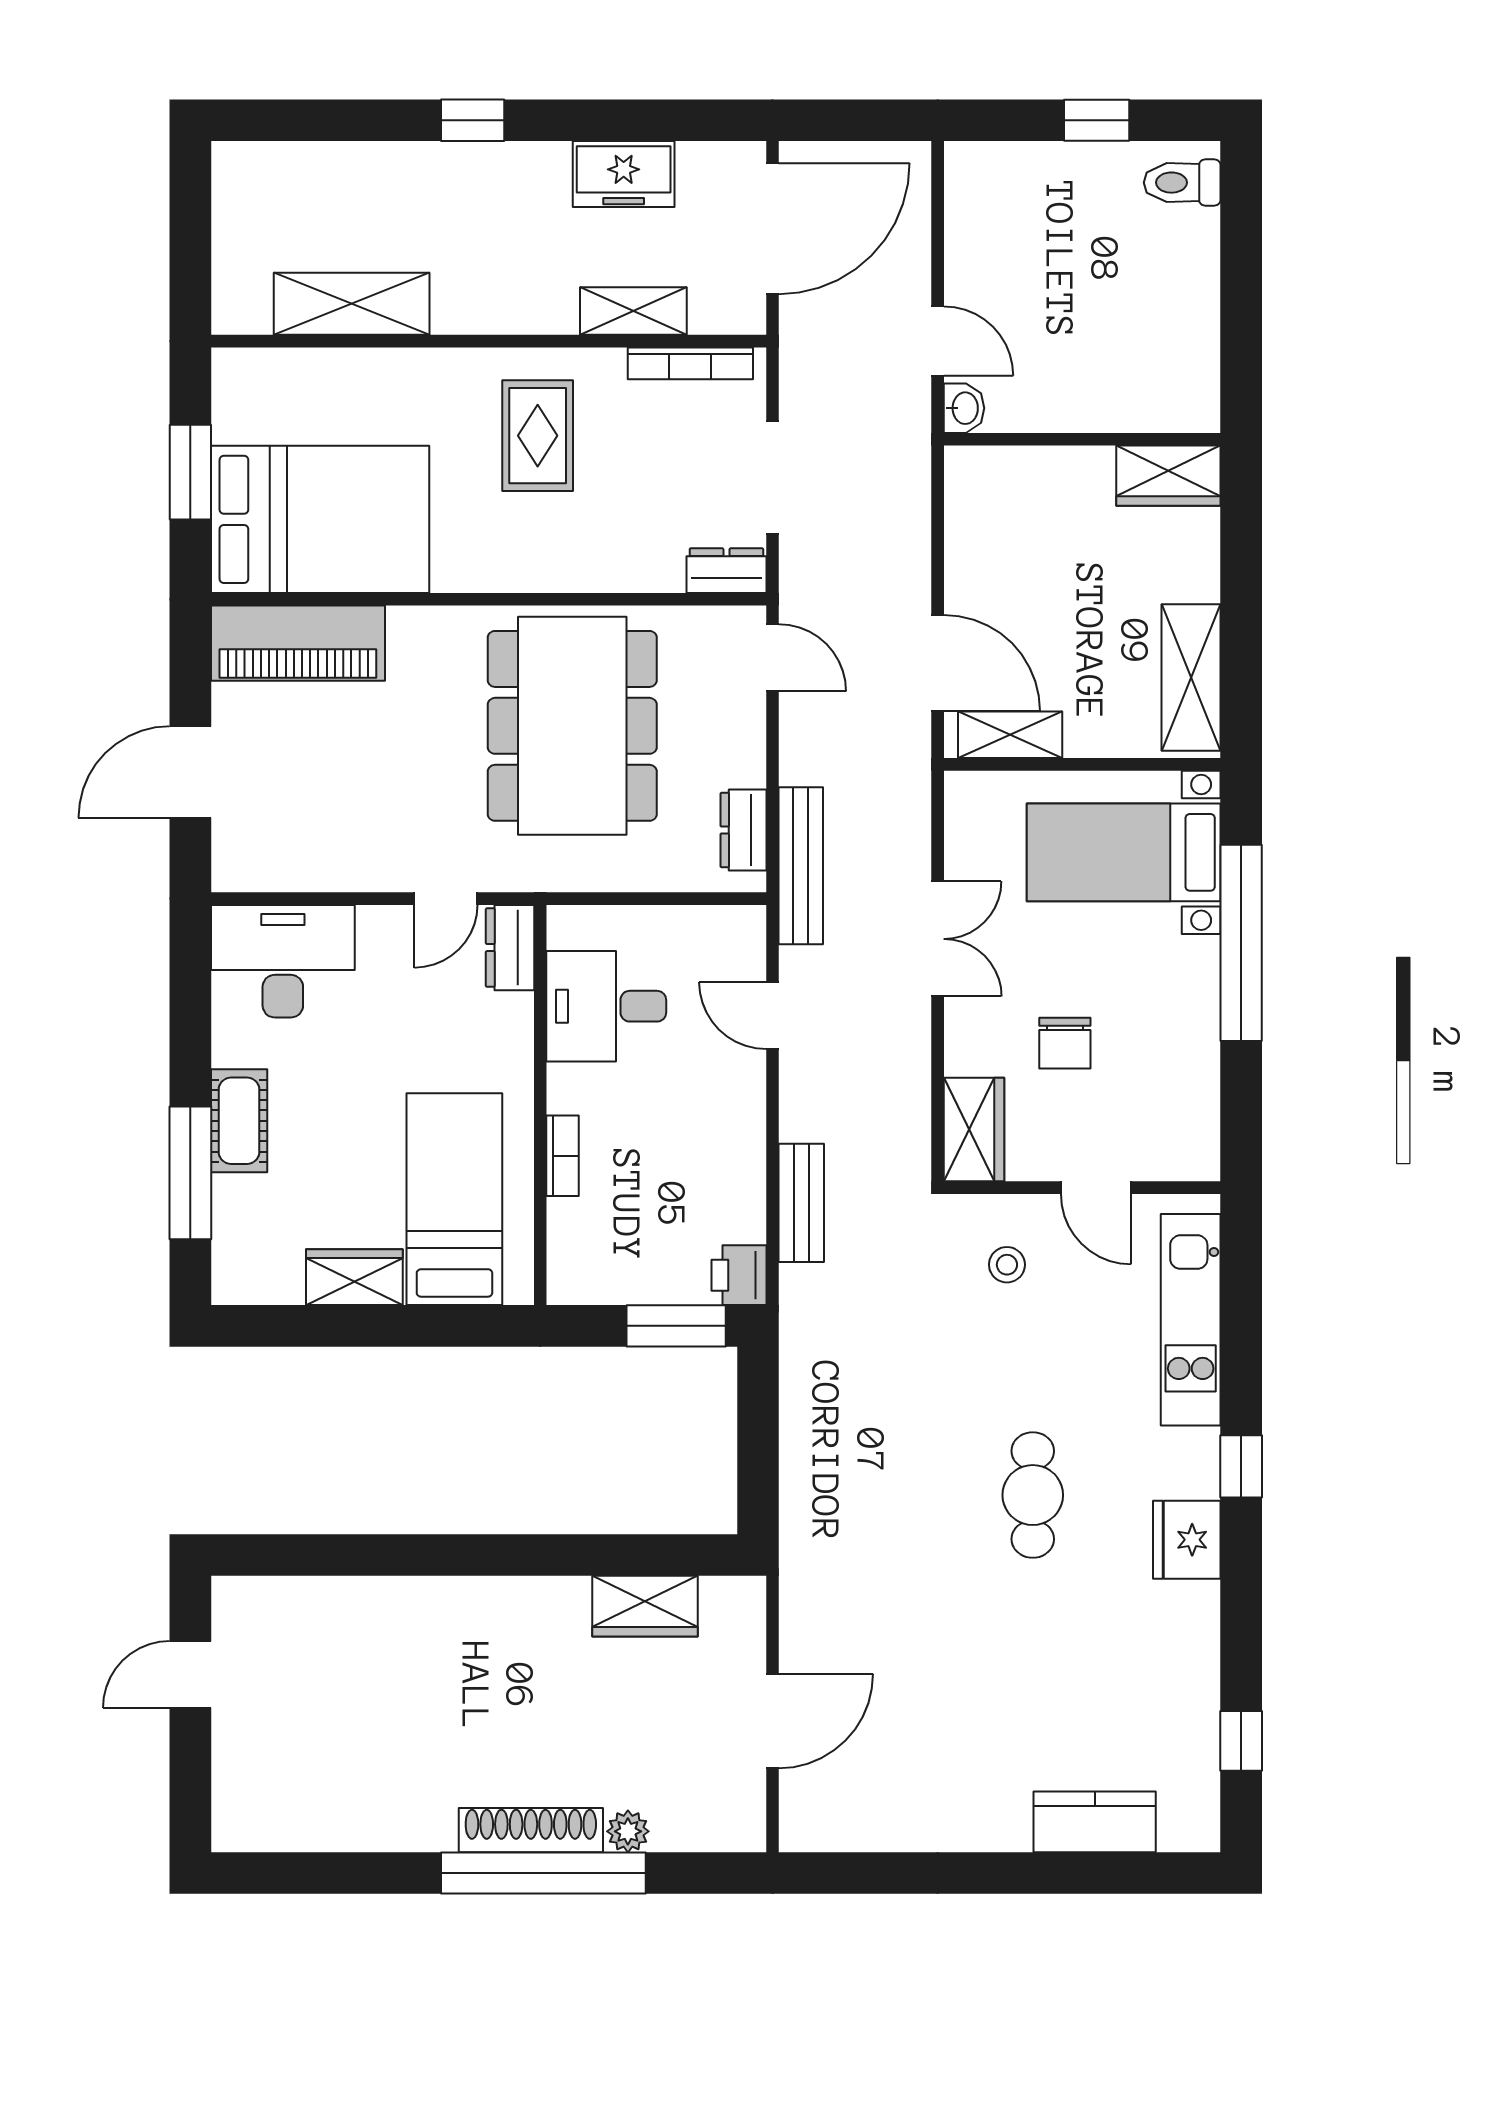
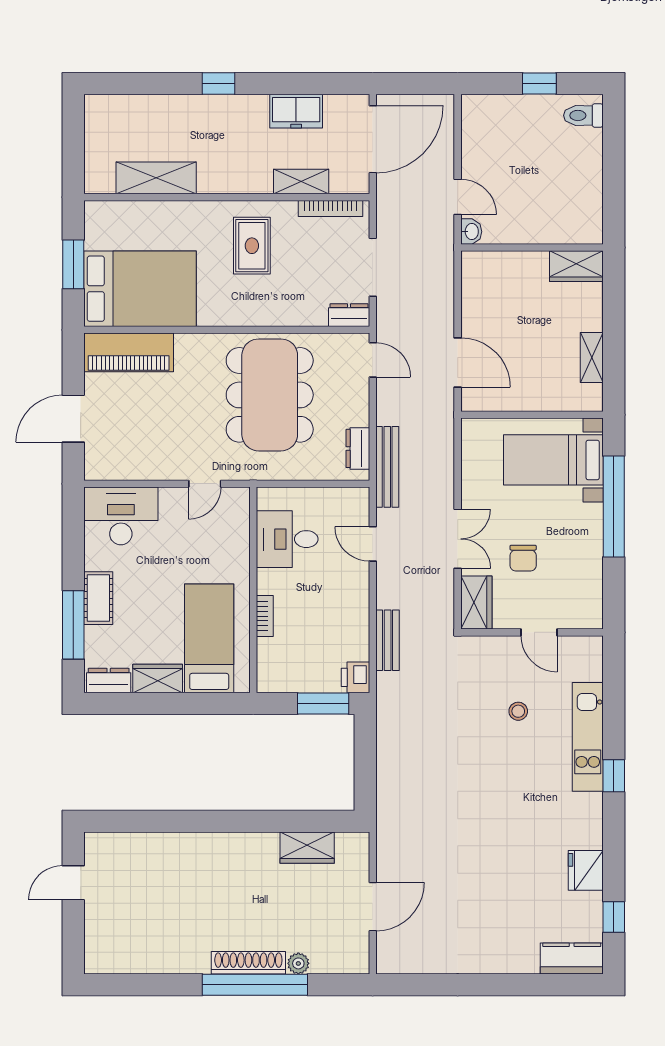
shelving: (1191, 678) -> (592, 357), width x0.67, depth x0.75
shelving: (1010, 735) -> (495, 400), removed
double door: (938, 939) -> (458, 539), moved
dresser: (510, 948) -> (109, 681), moved, turned 90
stool: (1007, 1265) -> (518, 711), moved
kitchen unit: (1191, 1320) -> (588, 737), moved
cafe table: (1033, 1495) -> (507, 791), removed
fridge: (1187, 1540) -> (586, 870), moved
kitchen counter: (1095, 1822) -> (572, 959), moved

